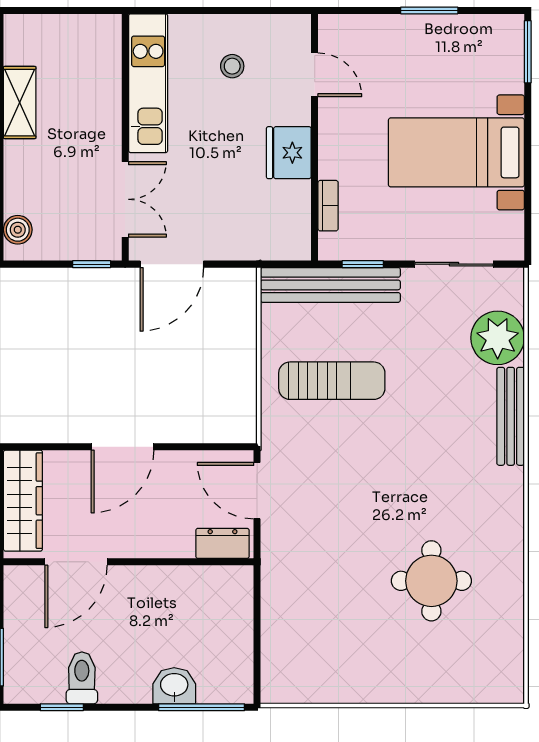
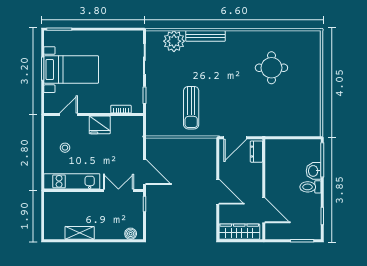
bed with nightstands: (456, 152) -> (71, 70), moved, turned -90
bench: (330, 285) -> (153, 108), removed
sun lounger: (332, 381) -> (191, 108), turned 180
toilet: (82, 678) -> (310, 187), moved

